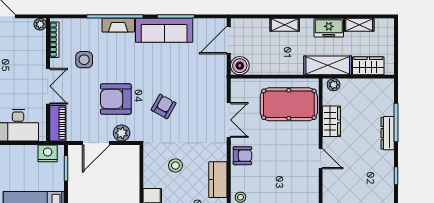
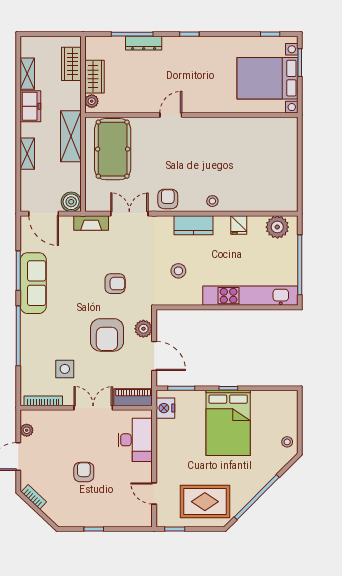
plant: (40, 24) -> (27, 430), moved
fireplace: (118, 25) -> (91, 223), moved, turned 90
shelving: (328, 65) -> (71, 136), moved
armchair: (164, 106) -> (115, 284), turned 151
wardrobe: (331, 121) -> (95, 77), moved, turned 90

